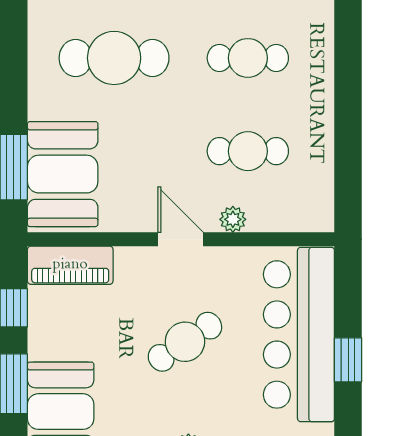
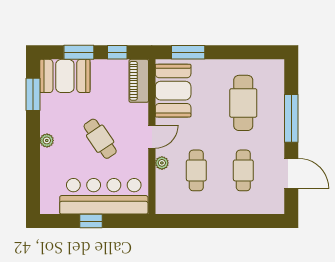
booth: (63, 174) -> (173, 91), moved, turned 90

